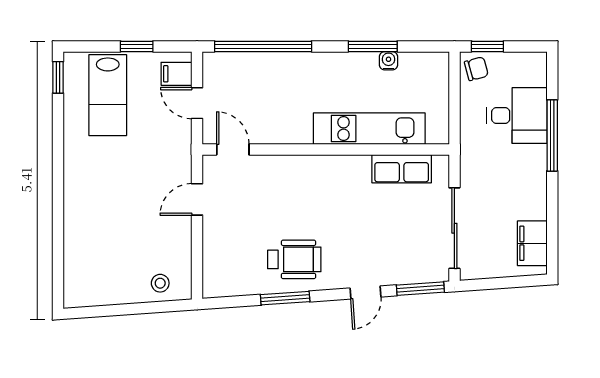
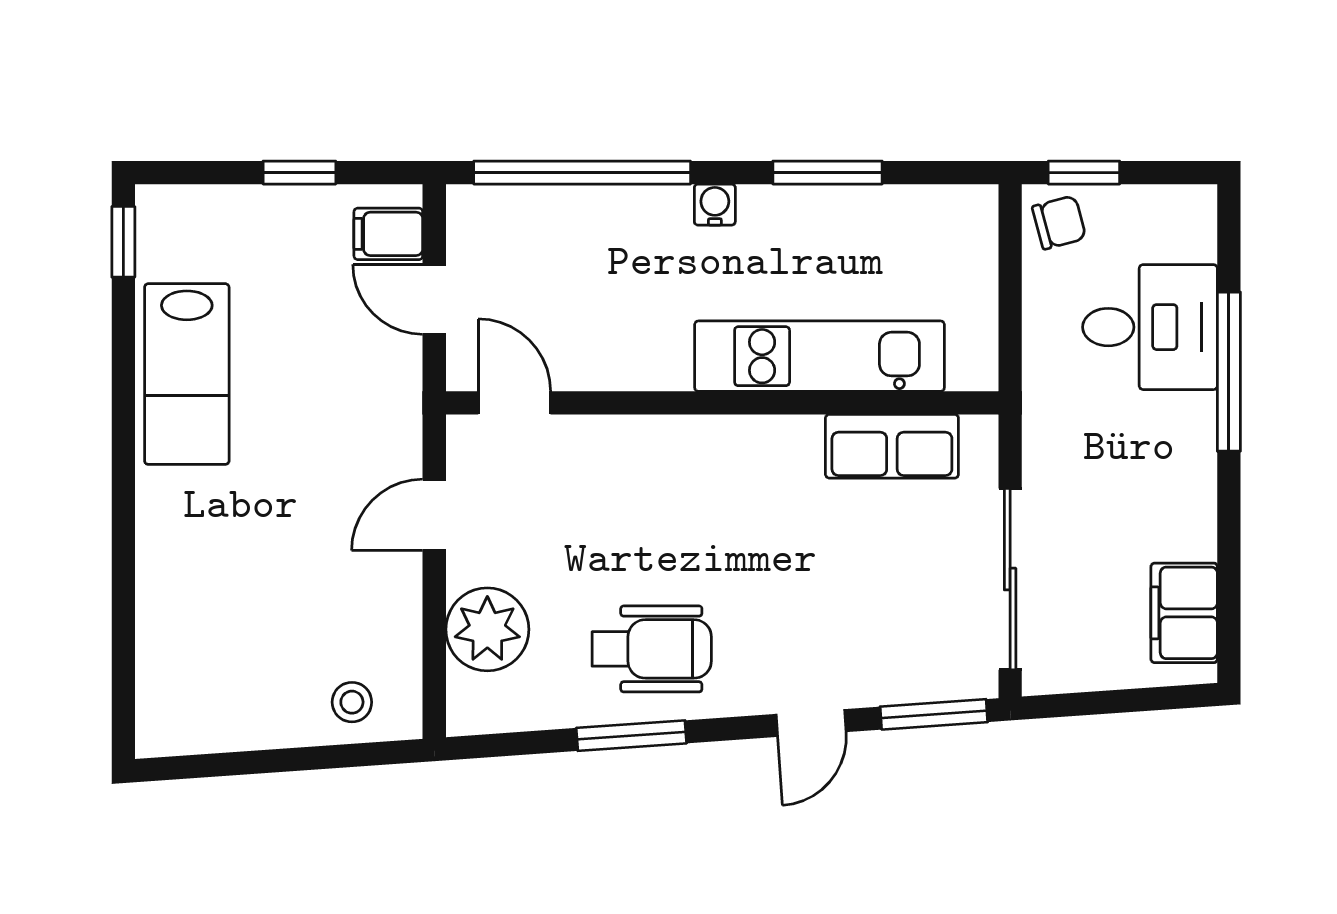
water cooler: (389, 61) -> (715, 205), moved
lab bench: (108, 95) -> (187, 374), moved
plant: (221, 251) -> (487, 629), added

